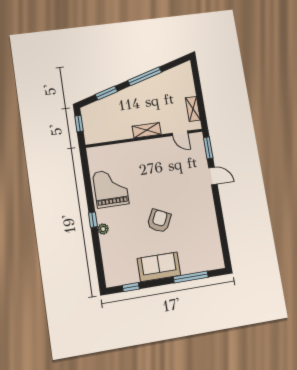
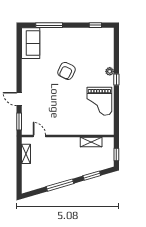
shelving: (147, 130) -> (91, 142), moved
sofa: (159, 267) -> (31, 43), moved, turned -90

